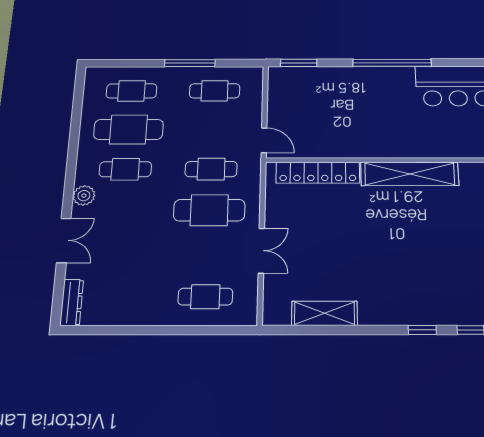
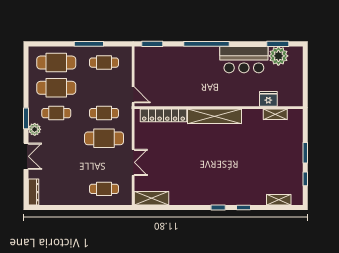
cafe table: (132, 91) -> (56, 63), width x1.37, depth x1.35
window: (70, 178) -> (26, 118), added
shelving: (325, 313) -> (151, 198), moved

